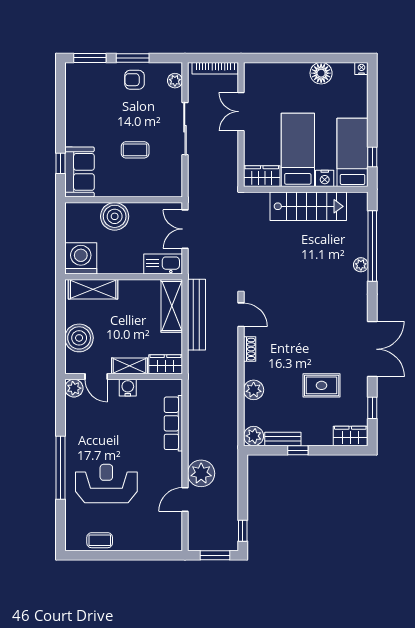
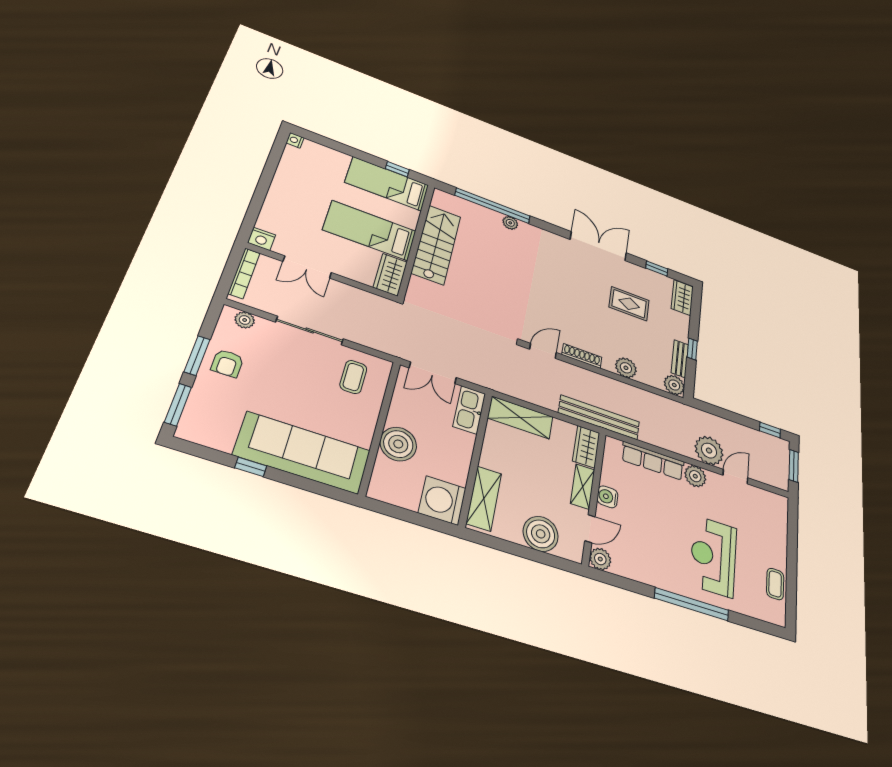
floor lamp: (321, 73) -> (288, 177), removed
coffee table: (135, 150) -> (353, 377), moved
window: (61, 163) -> (251, 467), moved
sofa: (80, 172) -> (303, 453), width x1.85, depth x1.27
nightstand: (325, 178) -> (262, 239), moved, turned 90
bench: (196, 315) -> (599, 417), moved
shoe rack: (250, 349) -> (582, 356), width x1.43
rug: (322, 385) -> (629, 304), turned 90
plant: (172, 462) -> (695, 476), added
door: (185, 499) -> (735, 477), swing flipped

